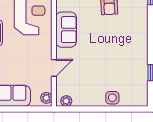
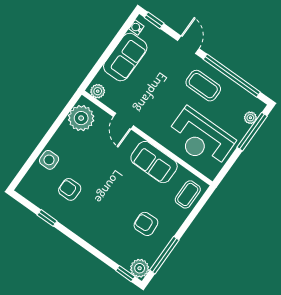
armchair: (122, 71) -> (70, 189), added
plant: (66, 101) -> (81, 118), width x1.88, depth x1.88

